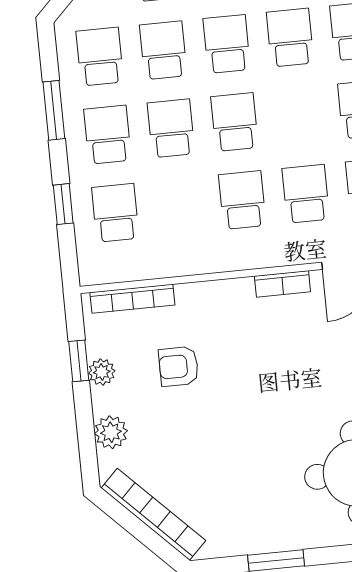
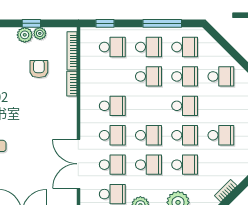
window: (54, 110) -> (162, 23), width x1.44
school desk: (234, 122) -> (148, 135), moved
window: (63, 204) -> (105, 23), moved
bookcase: (282, 284) -> (72, 84), moved
window: (79, 361) -> (31, 23), moved
plant: (111, 432) -> (25, 35), moved

